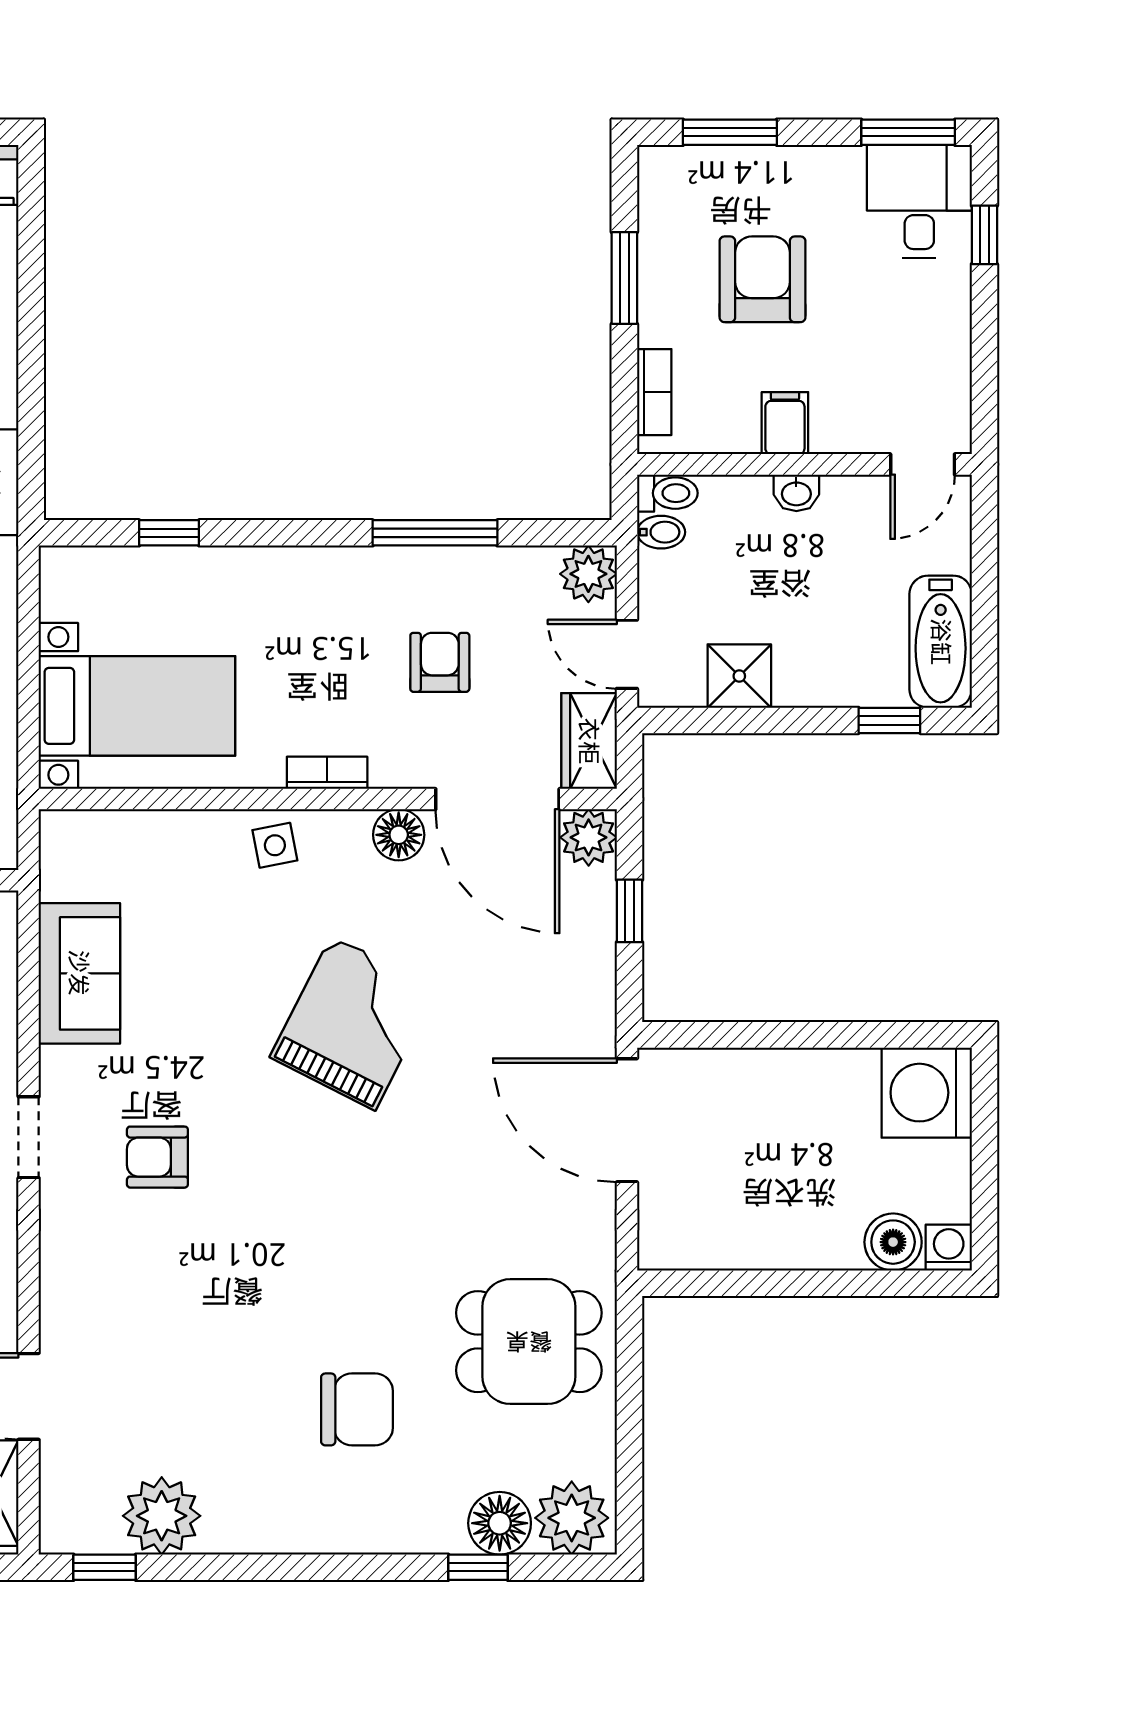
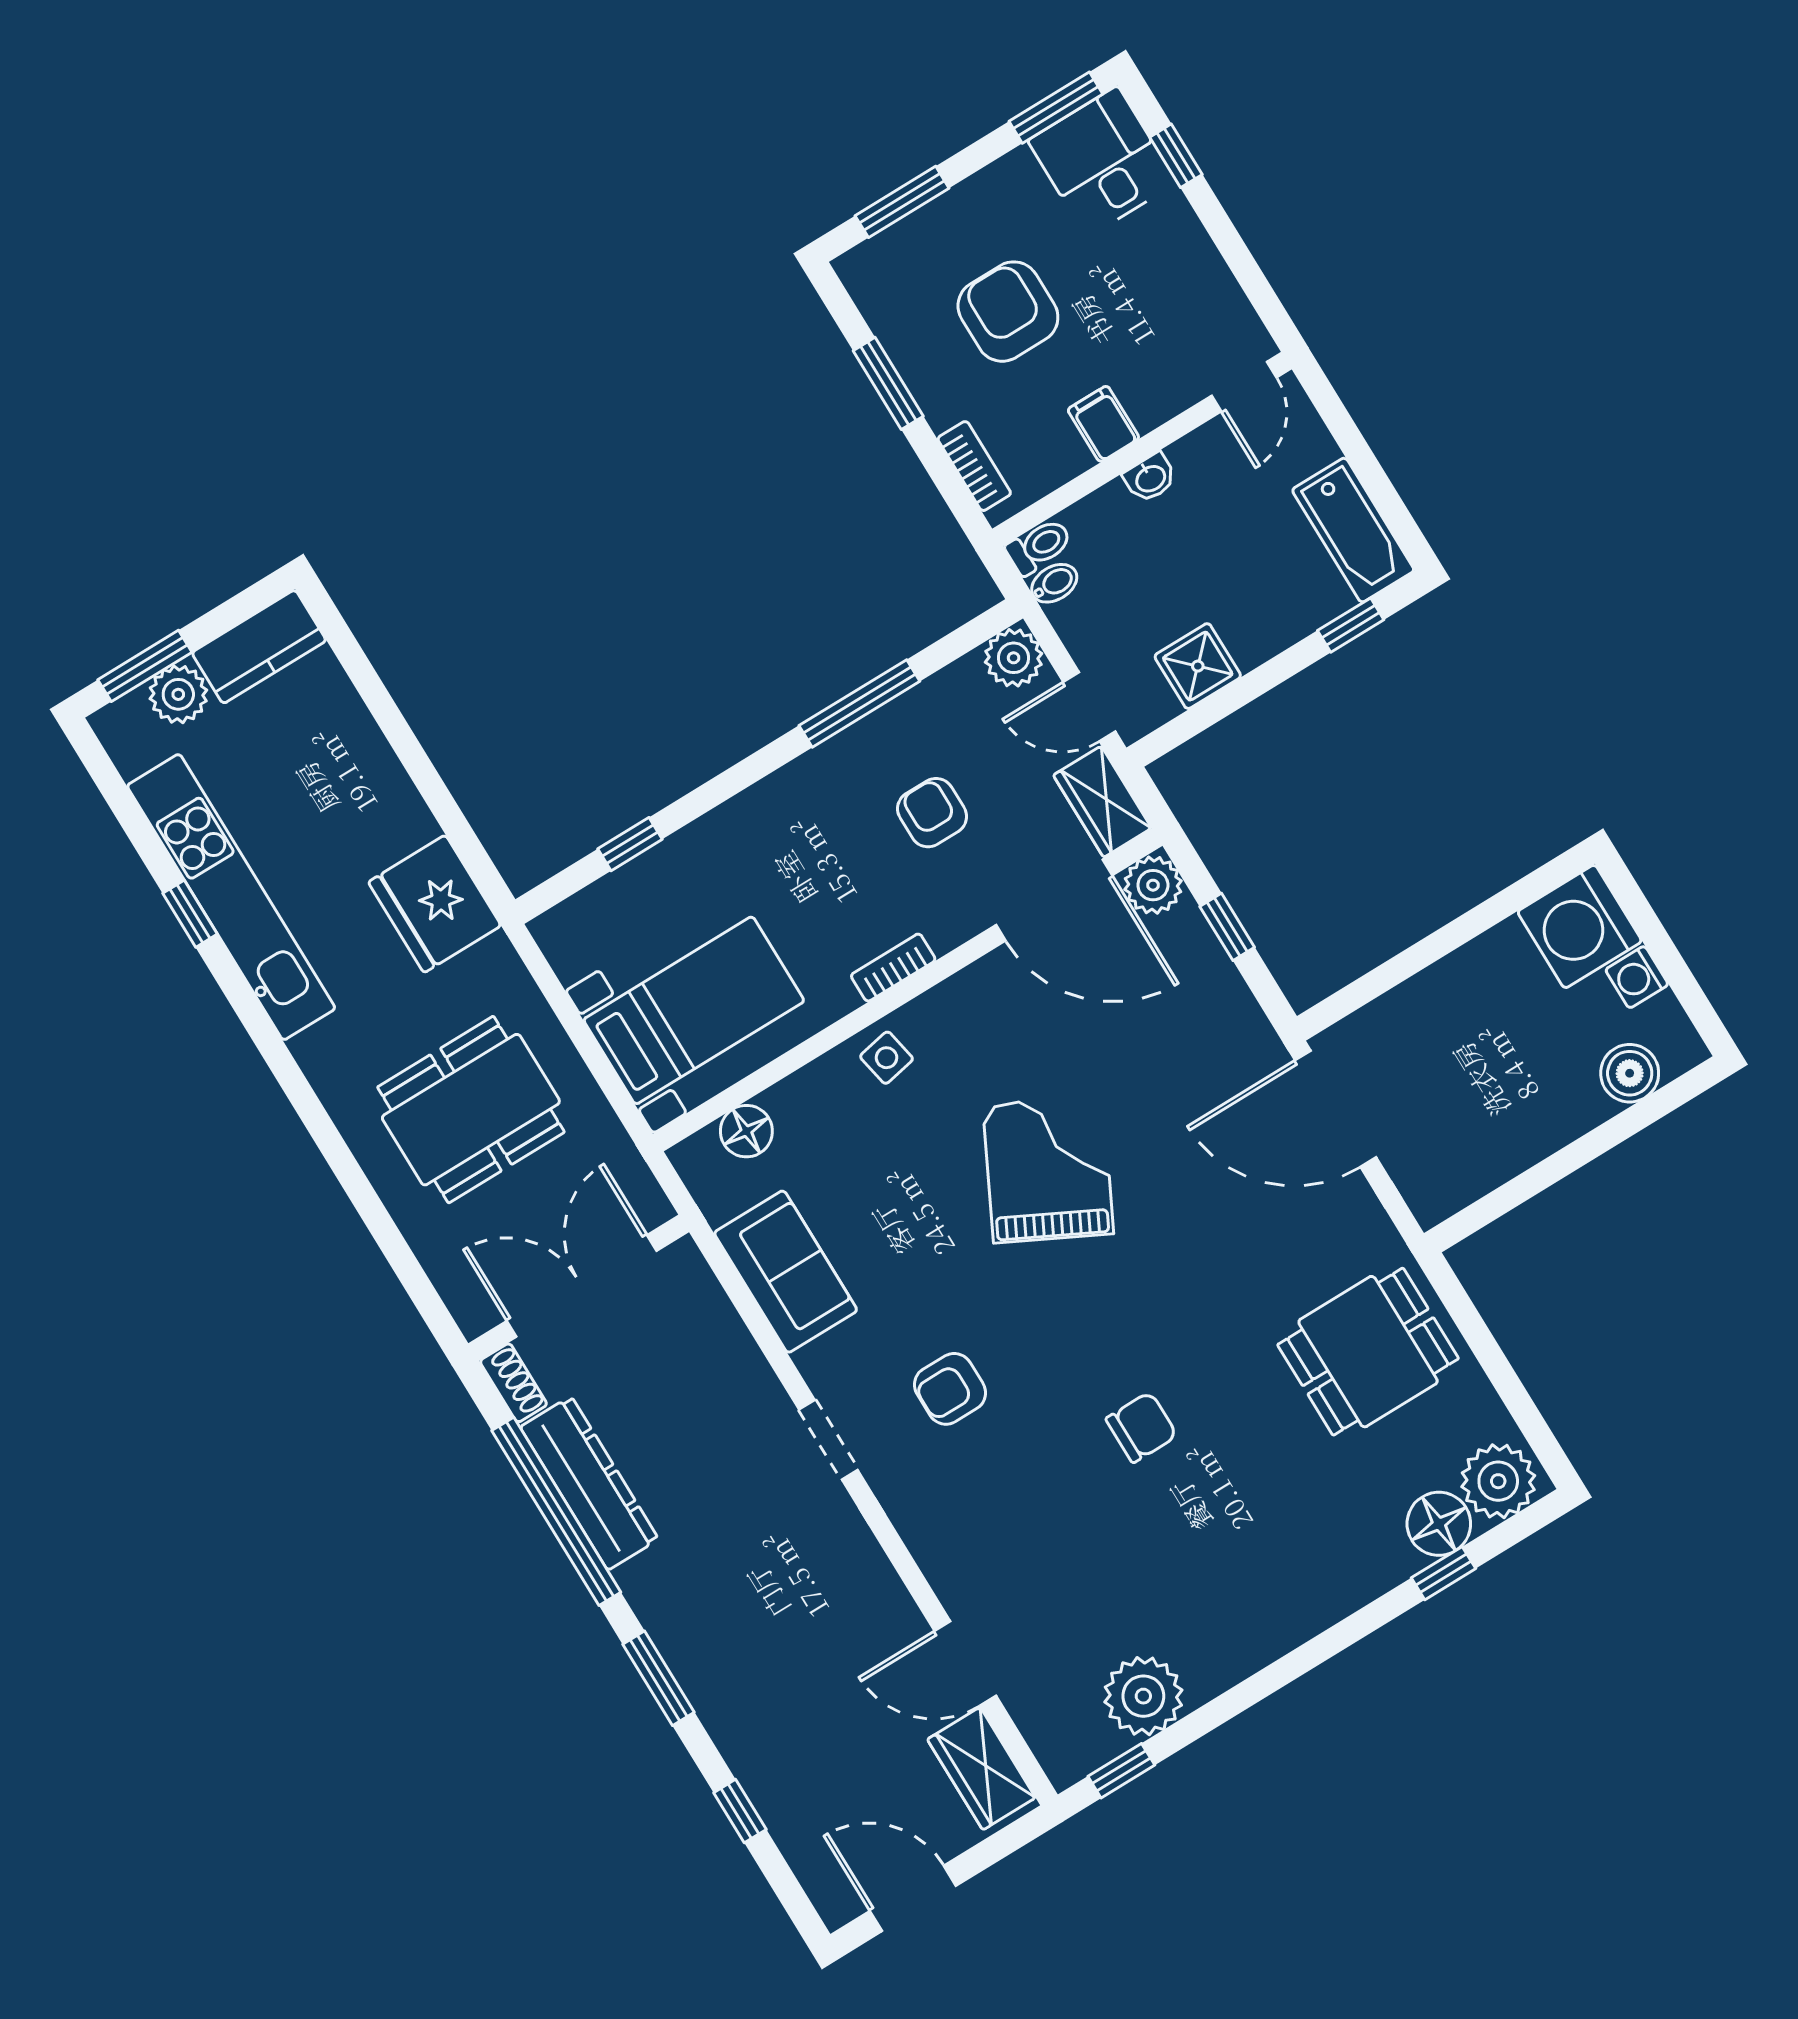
floor lamp: (399, 835) -> (746, 1131), moved
washing machine: (949, 1248) -> (1637, 977), moved, turned -90
chair: (357, 1409) -> (1142, 1427), moved, width x0.73, depth x0.73

